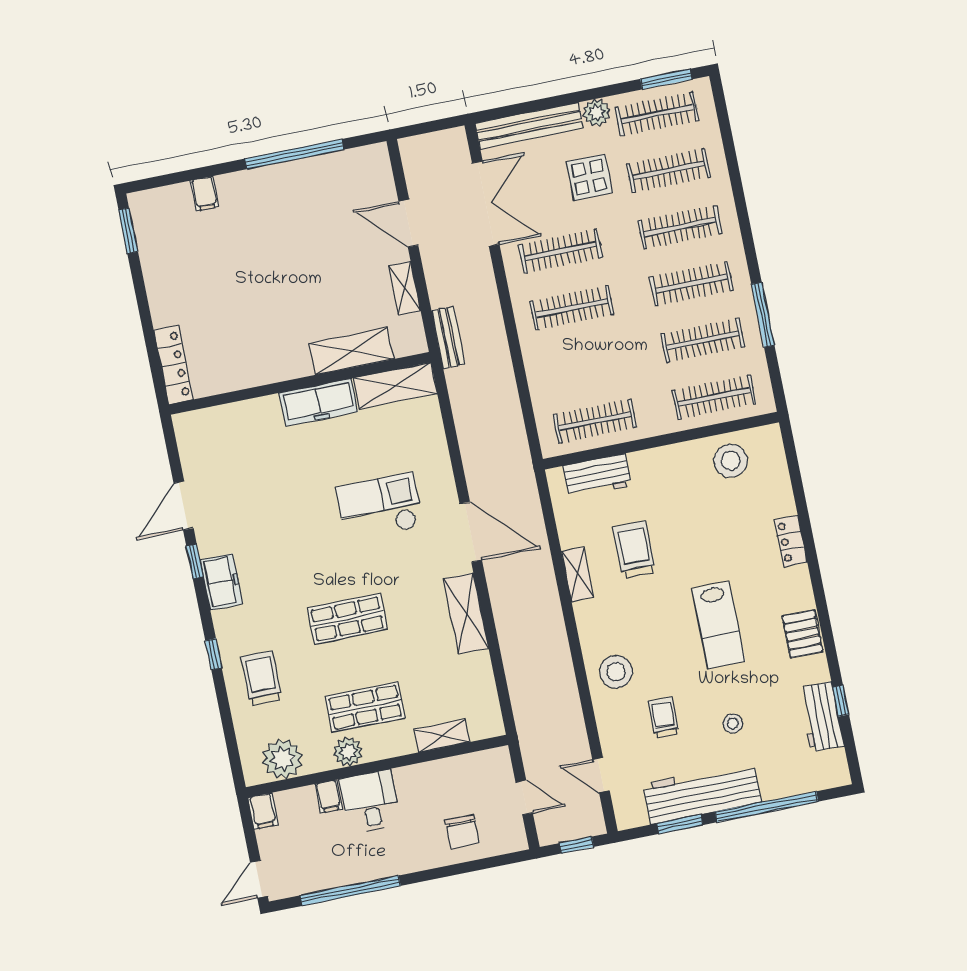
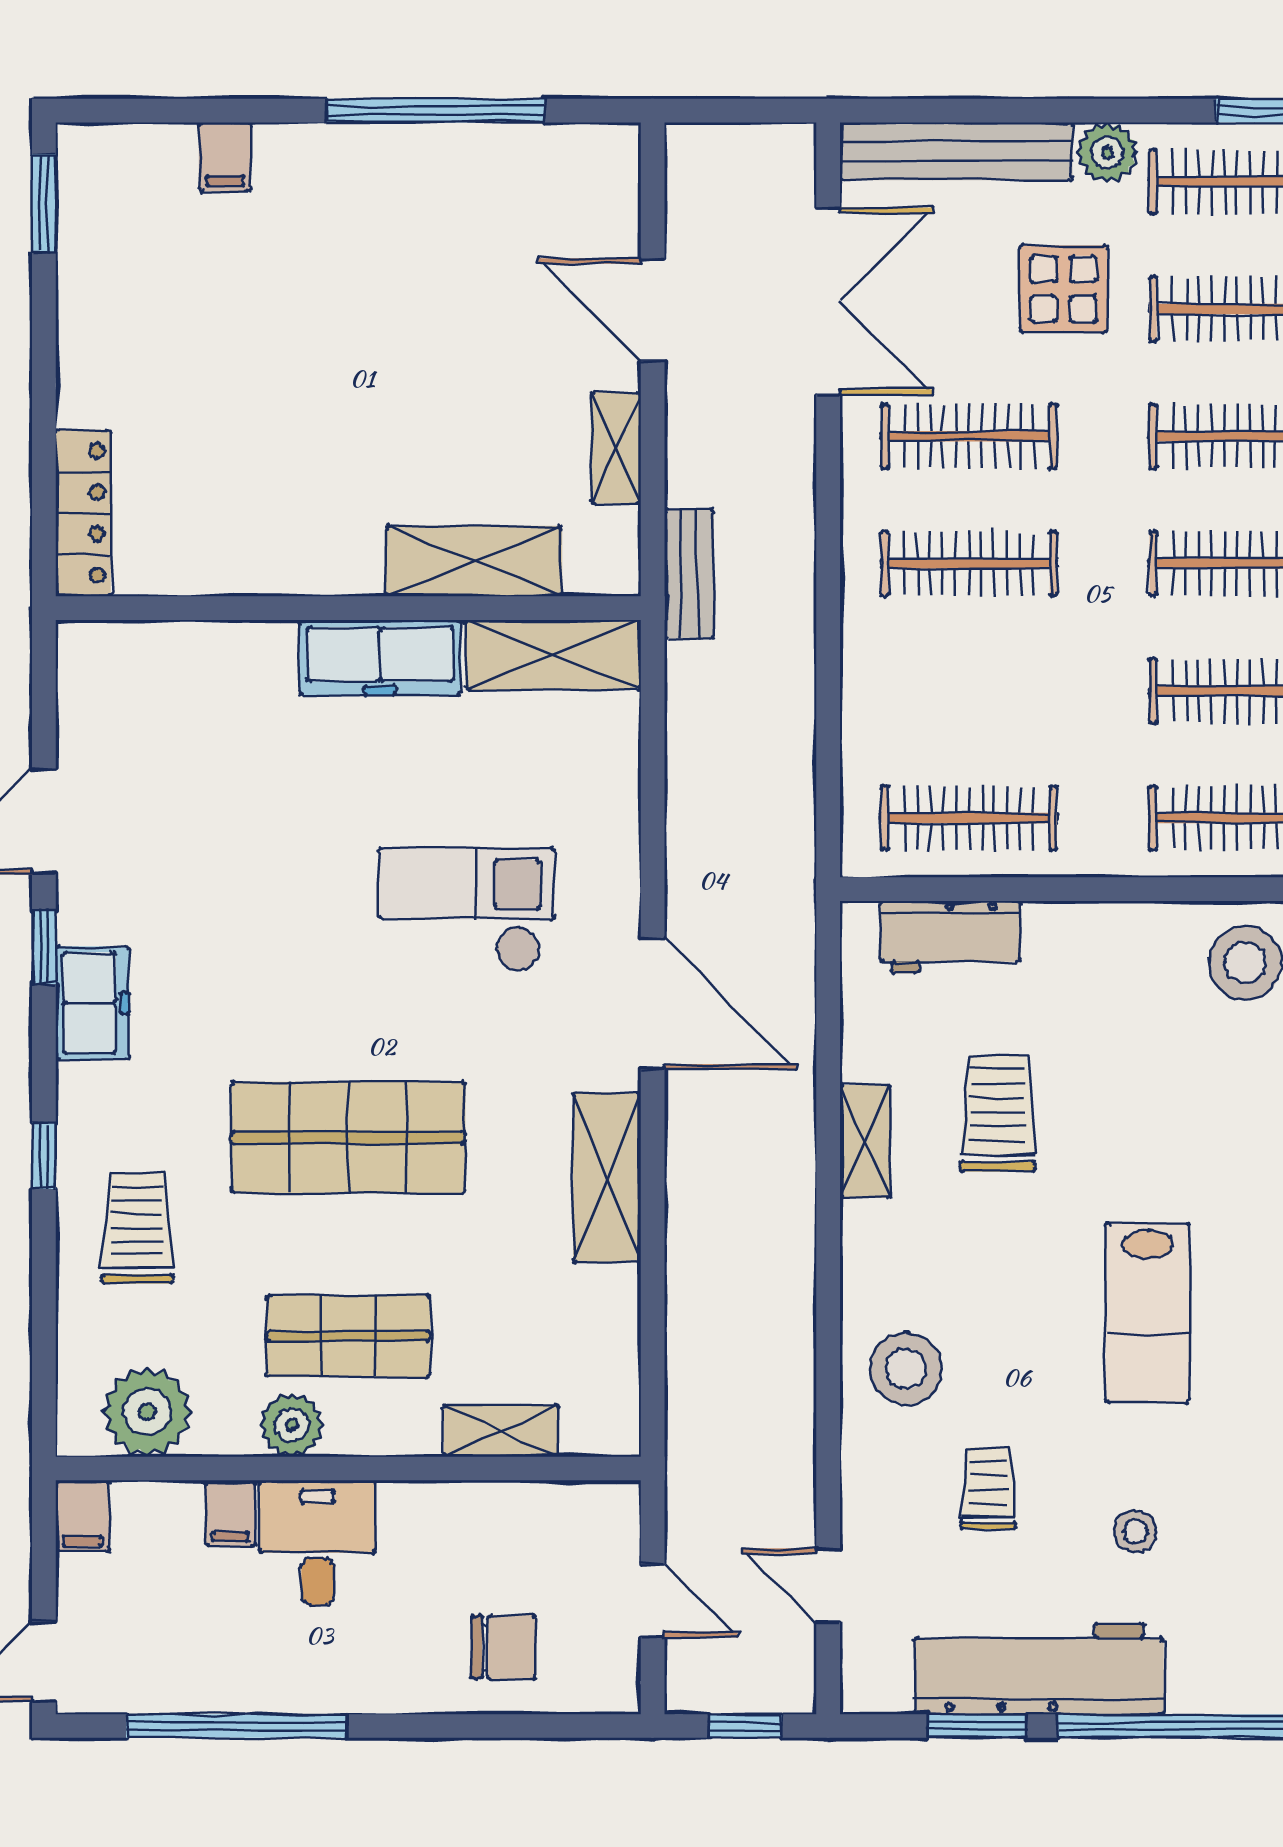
shop shelf: (347, 619) -> (348, 1138), width x1.43, depth x1.36
chair: (462, 832) -> (504, 1647), turned -90

